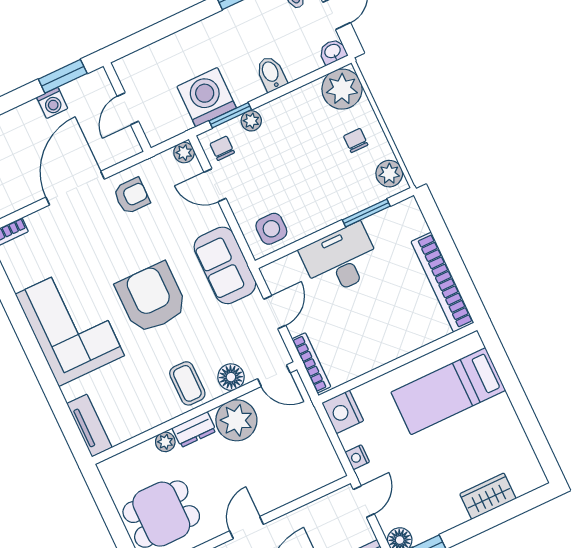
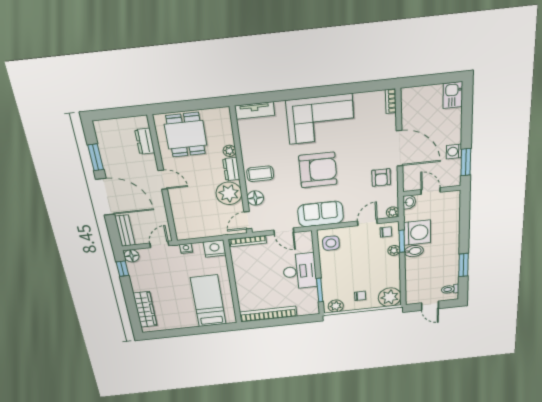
washbasin: (333, 52) -> (409, 202), moved
bidet: (271, 74) -> (414, 251), moved
wardrobe: (488, 496) -> (145, 309), width x1.50
door: (364, 502) -> (159, 244), swing flipped

